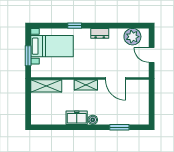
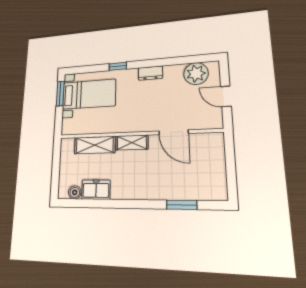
window: (28, 56) -> (60, 93), moved
shelving: (46, 86) -> (95, 145), moved
freezer: (77, 118) -> (96, 190), moved
boiler: (93, 120) -> (75, 192), moved

